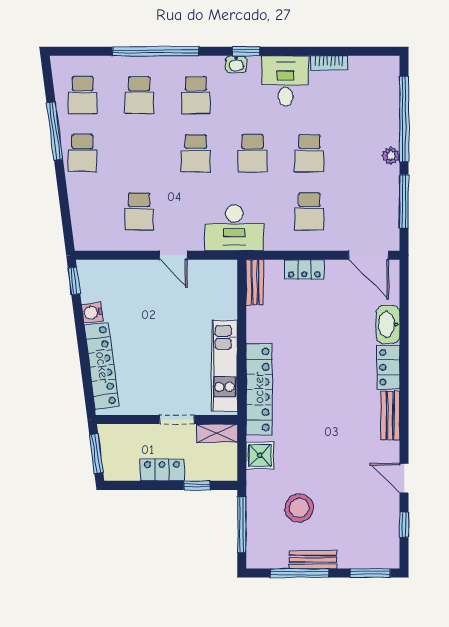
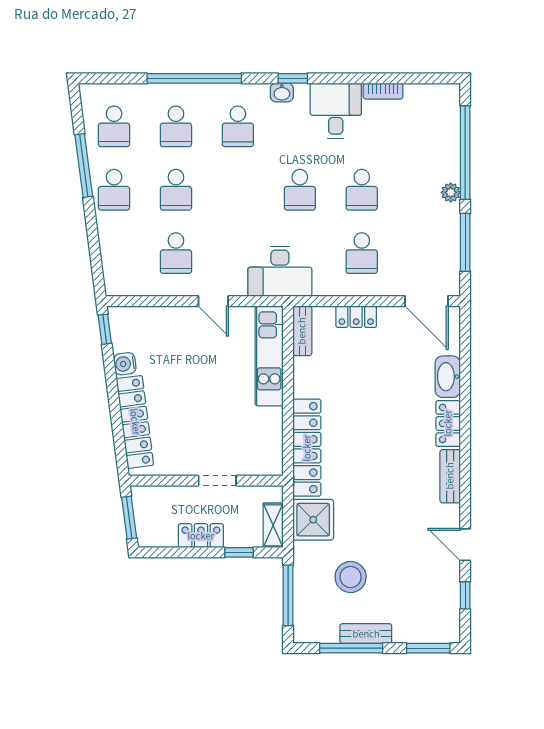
school desk: (196, 153) -> (176, 190), moved
kitchen unit: (224, 366) -> (269, 356), moved
shelving: (217, 433) -> (273, 525), moved, turned 90
shower: (260, 455) -> (313, 520), width x1.36, depth x1.36

